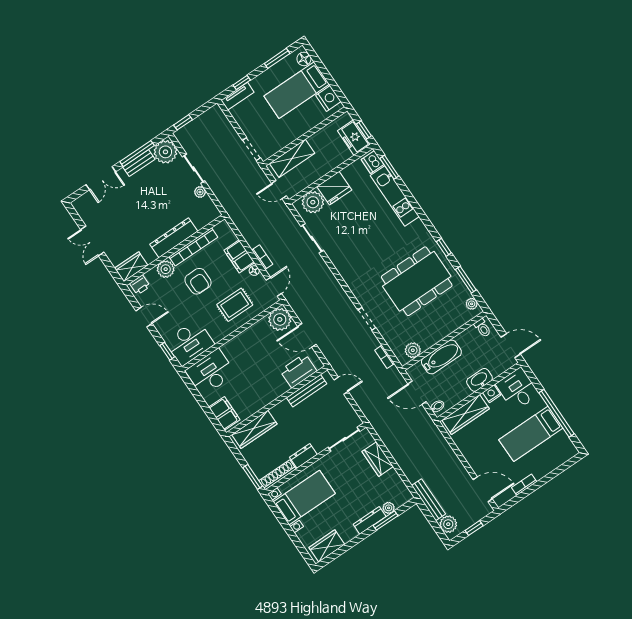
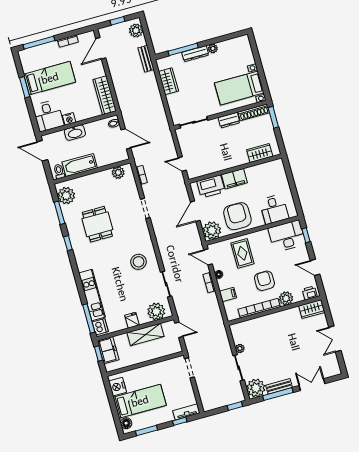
shelving: (292, 158) -> (145, 335), moved
window: (389, 167) -> (89, 318), width x1.44
fridge: (334, 188) -> (132, 320), width x0.53, depth x0.75
dresser: (174, 238) -> (272, 320), removed
double door: (92, 241) -> (335, 339), swing flipped
stool: (353, 253) -> (139, 262), added
filing cabinet: (239, 256) -> (228, 294), width x0.50
dining table: (417, 281) -> (97, 224), width x0.53, depth x0.80
door: (274, 287) -> (208, 257), hinge flipped
plant: (472, 304) -> (66, 196), width x1.88, depth x1.88
rug: (235, 305) -> (242, 253), turned 90
door: (307, 335) -> (195, 211), swing flipped
armchair: (255, 346) -> (237, 216), added
bathtub: (441, 357) -> (80, 165), moved
desk: (211, 372) -> (274, 209), width x0.73
bench: (307, 391) -> (210, 169), removed
filing cabinet: (224, 413) -> (234, 179), moved, turned -90
window: (557, 413) -> (25, 87), width x0.47
wardrobe: (466, 415) -> (105, 95), moved, turned -90
wardrobe: (254, 429) -> (260, 153), width x0.67
wardrobe: (378, 459) -> (168, 81), moved
window: (558, 471) -> (39, 43), added
door: (483, 489) -> (101, 48), hinge flipped
bench: (429, 500) -> (146, 59), width x0.73
plant: (389, 508) -> (213, 49), moved
window: (385, 521) -> (183, 49), width x1.44
wardrobe: (327, 546) -> (234, 45), removed

